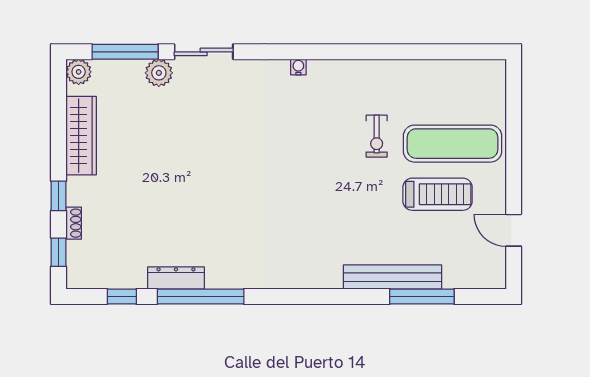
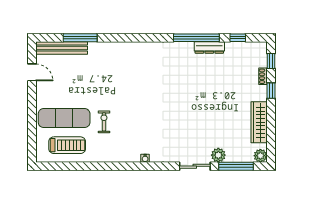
treadmill: (438, 194) -> (67, 145), moved, turned 180
bench: (392, 277) -> (62, 48), moved

